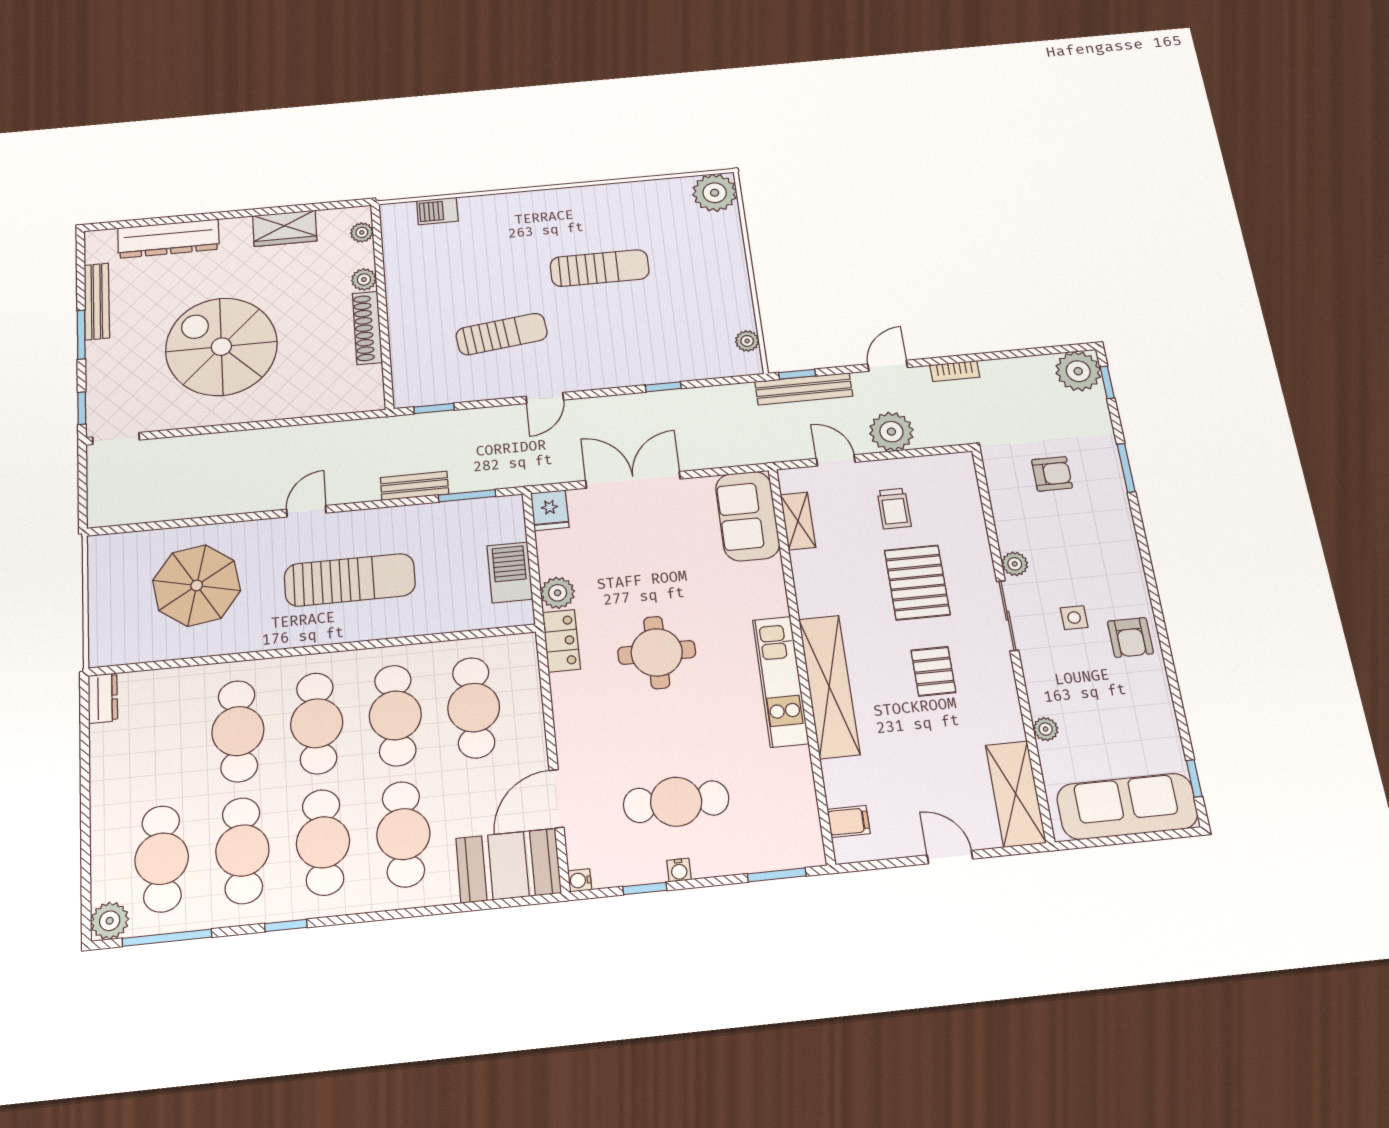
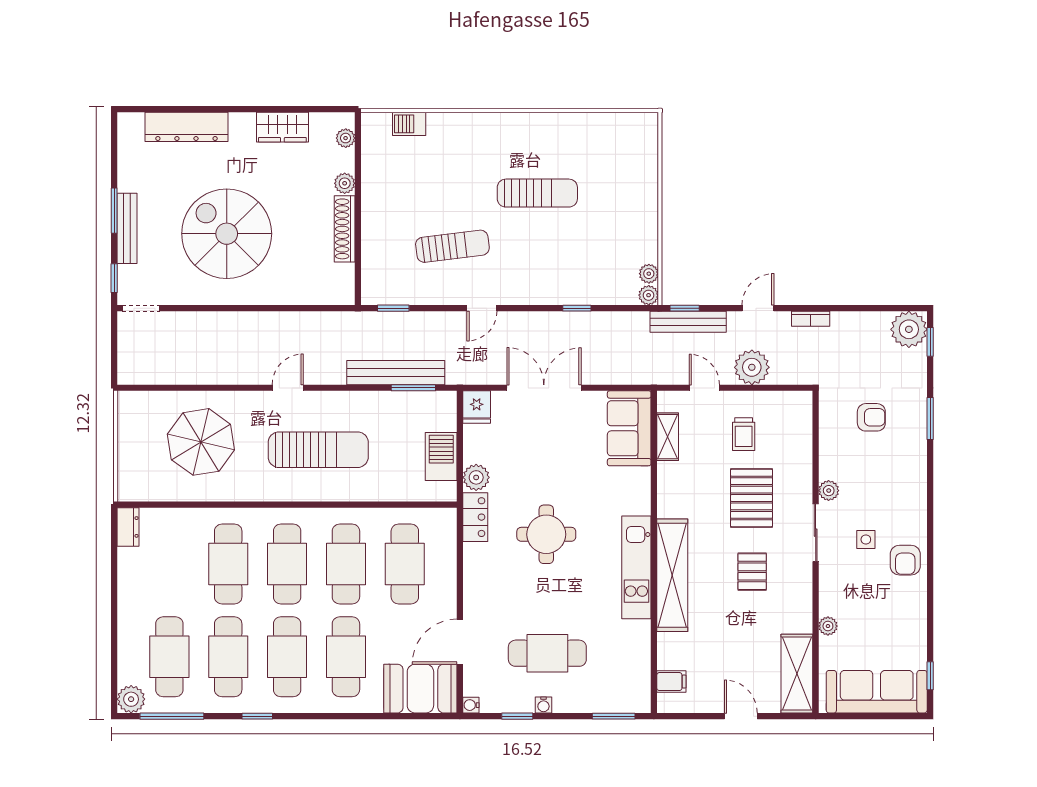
plant: (715, 193) -> (649, 295), moved, width x0.53, depth x0.53
bench: (97, 301) -> (127, 228), moved
bench: (415, 486) -> (396, 373), width x1.86, depth x1.21

